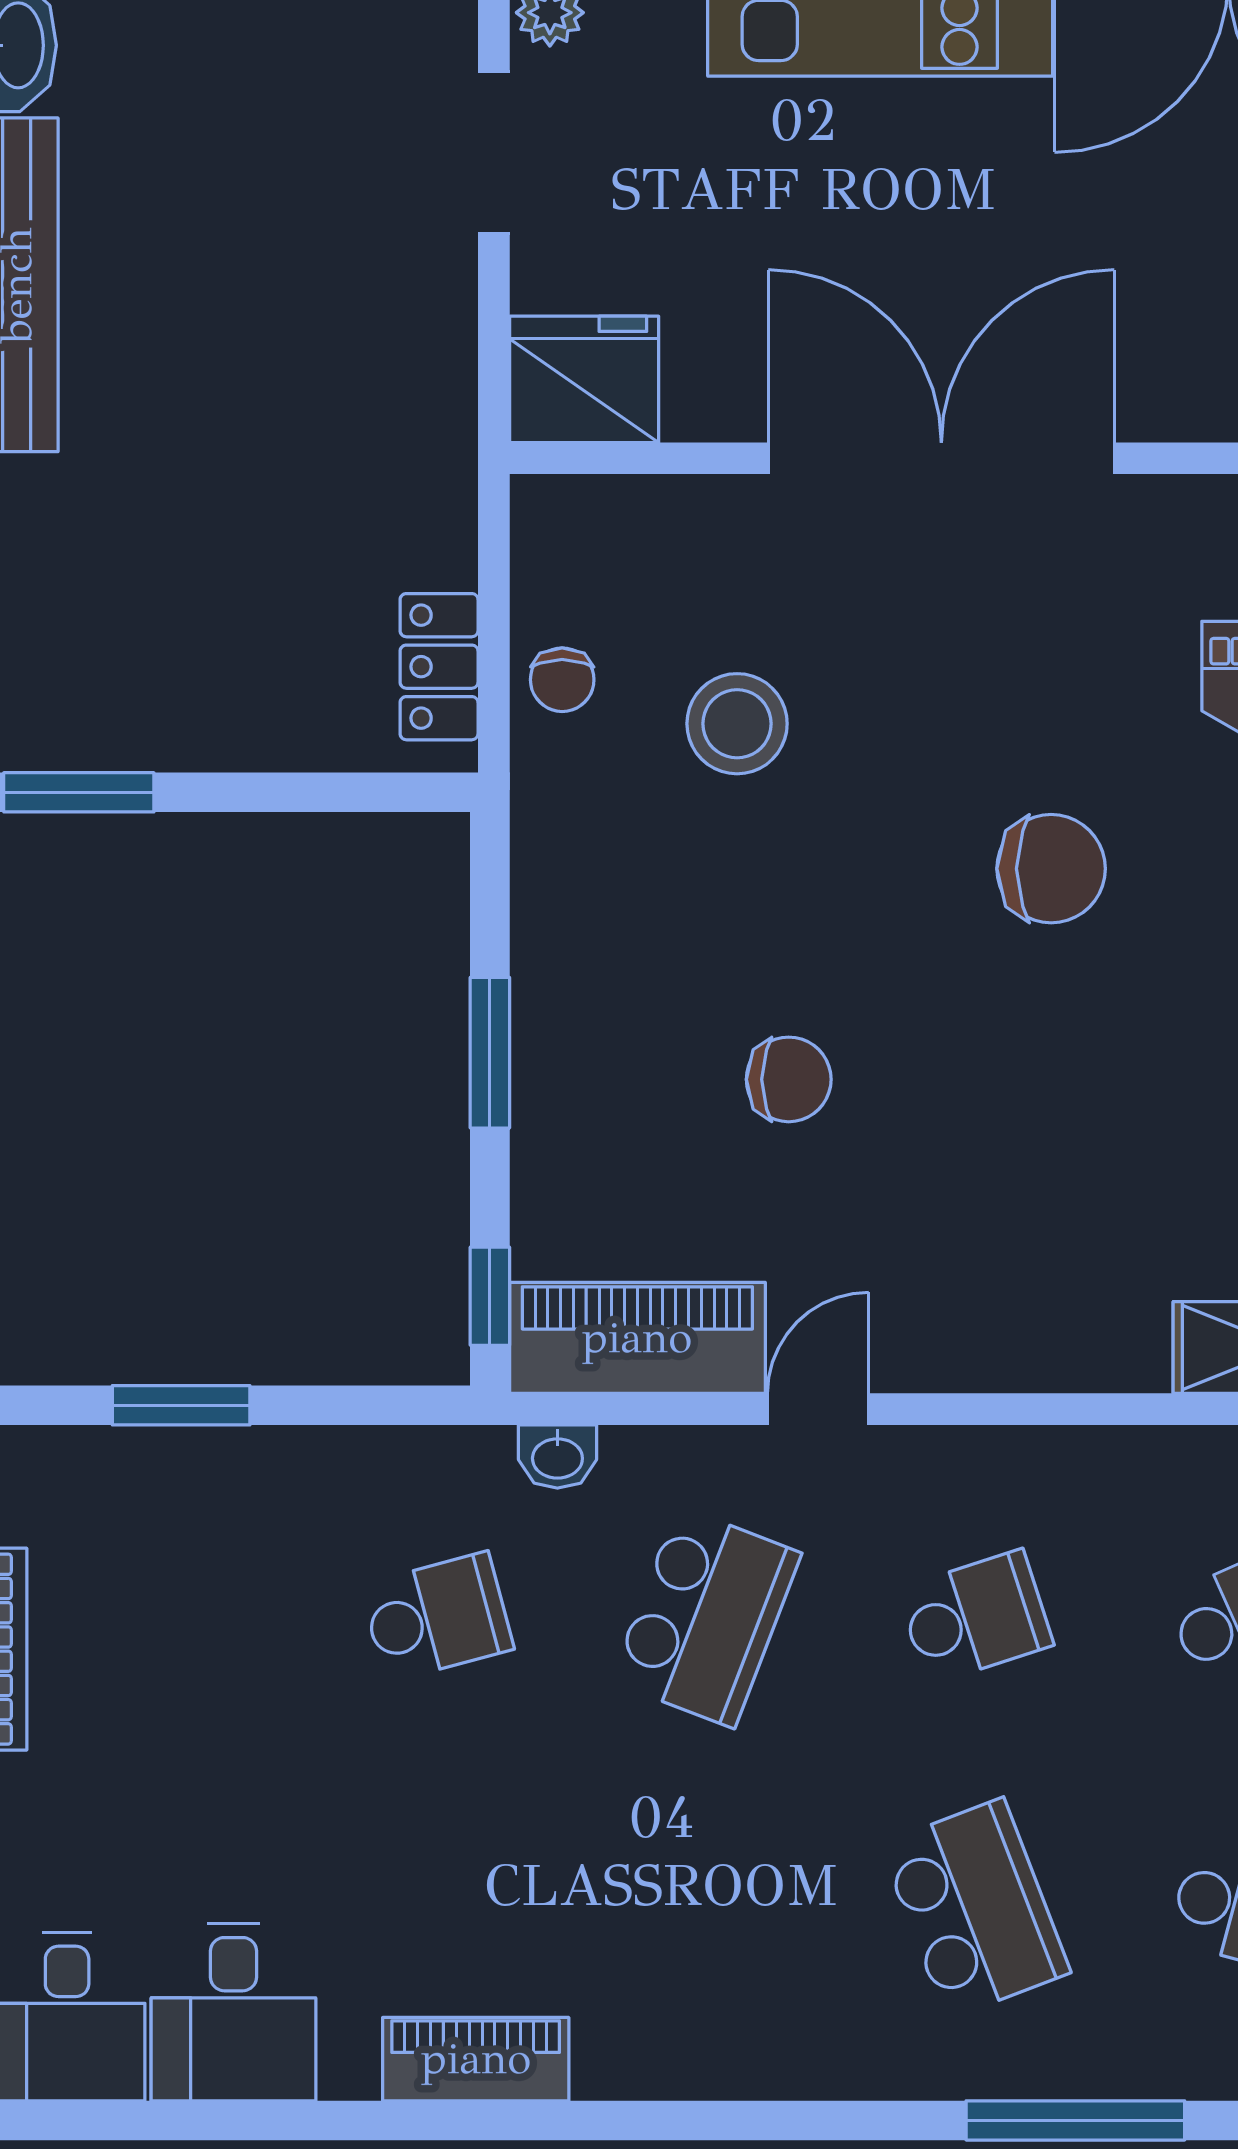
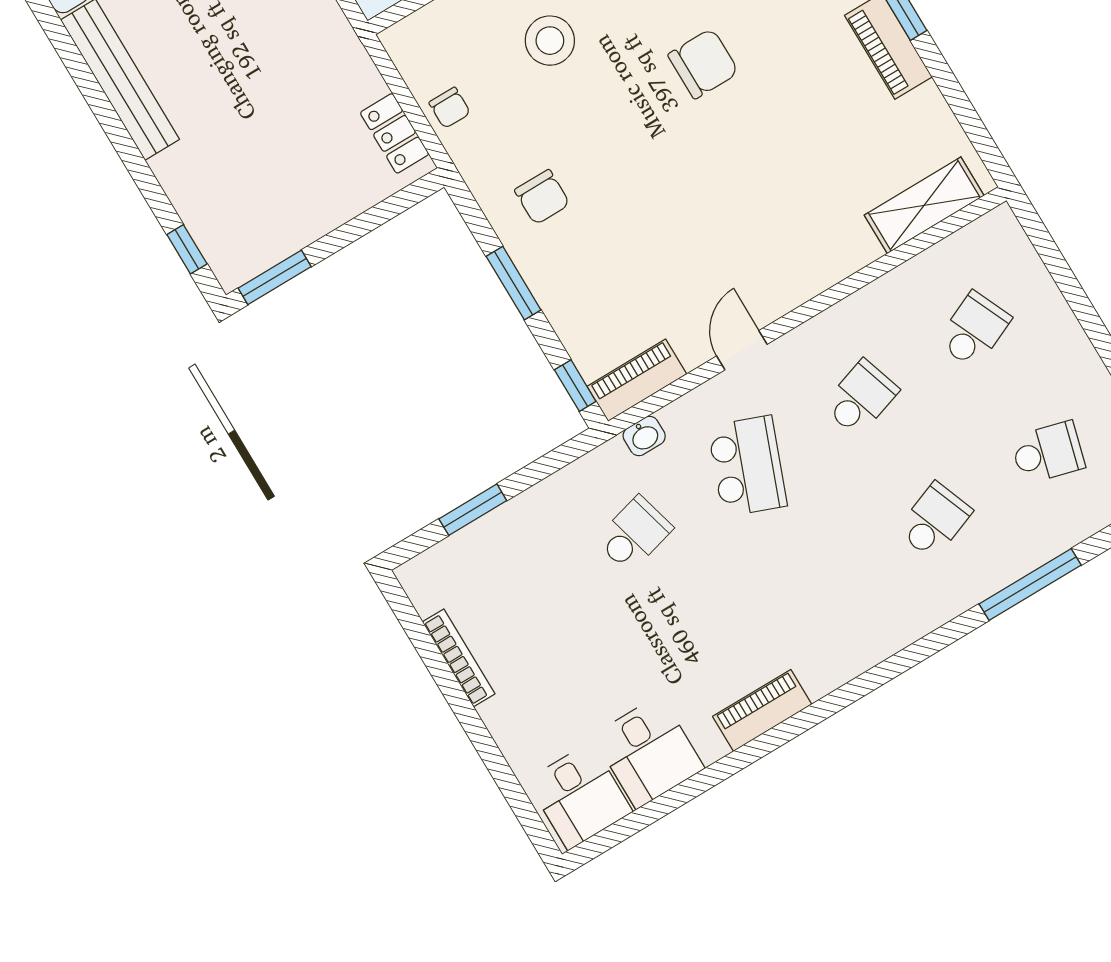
stool: (737, 724) -> (550, 41), moved
chair: (789, 1079) -> (542, 197), moved, turned 90
piano: (637, 1338) -> (637, 380), width x0.73, depth x0.75
school desk: (975, 1909) -> (934, 521), width x0.54

